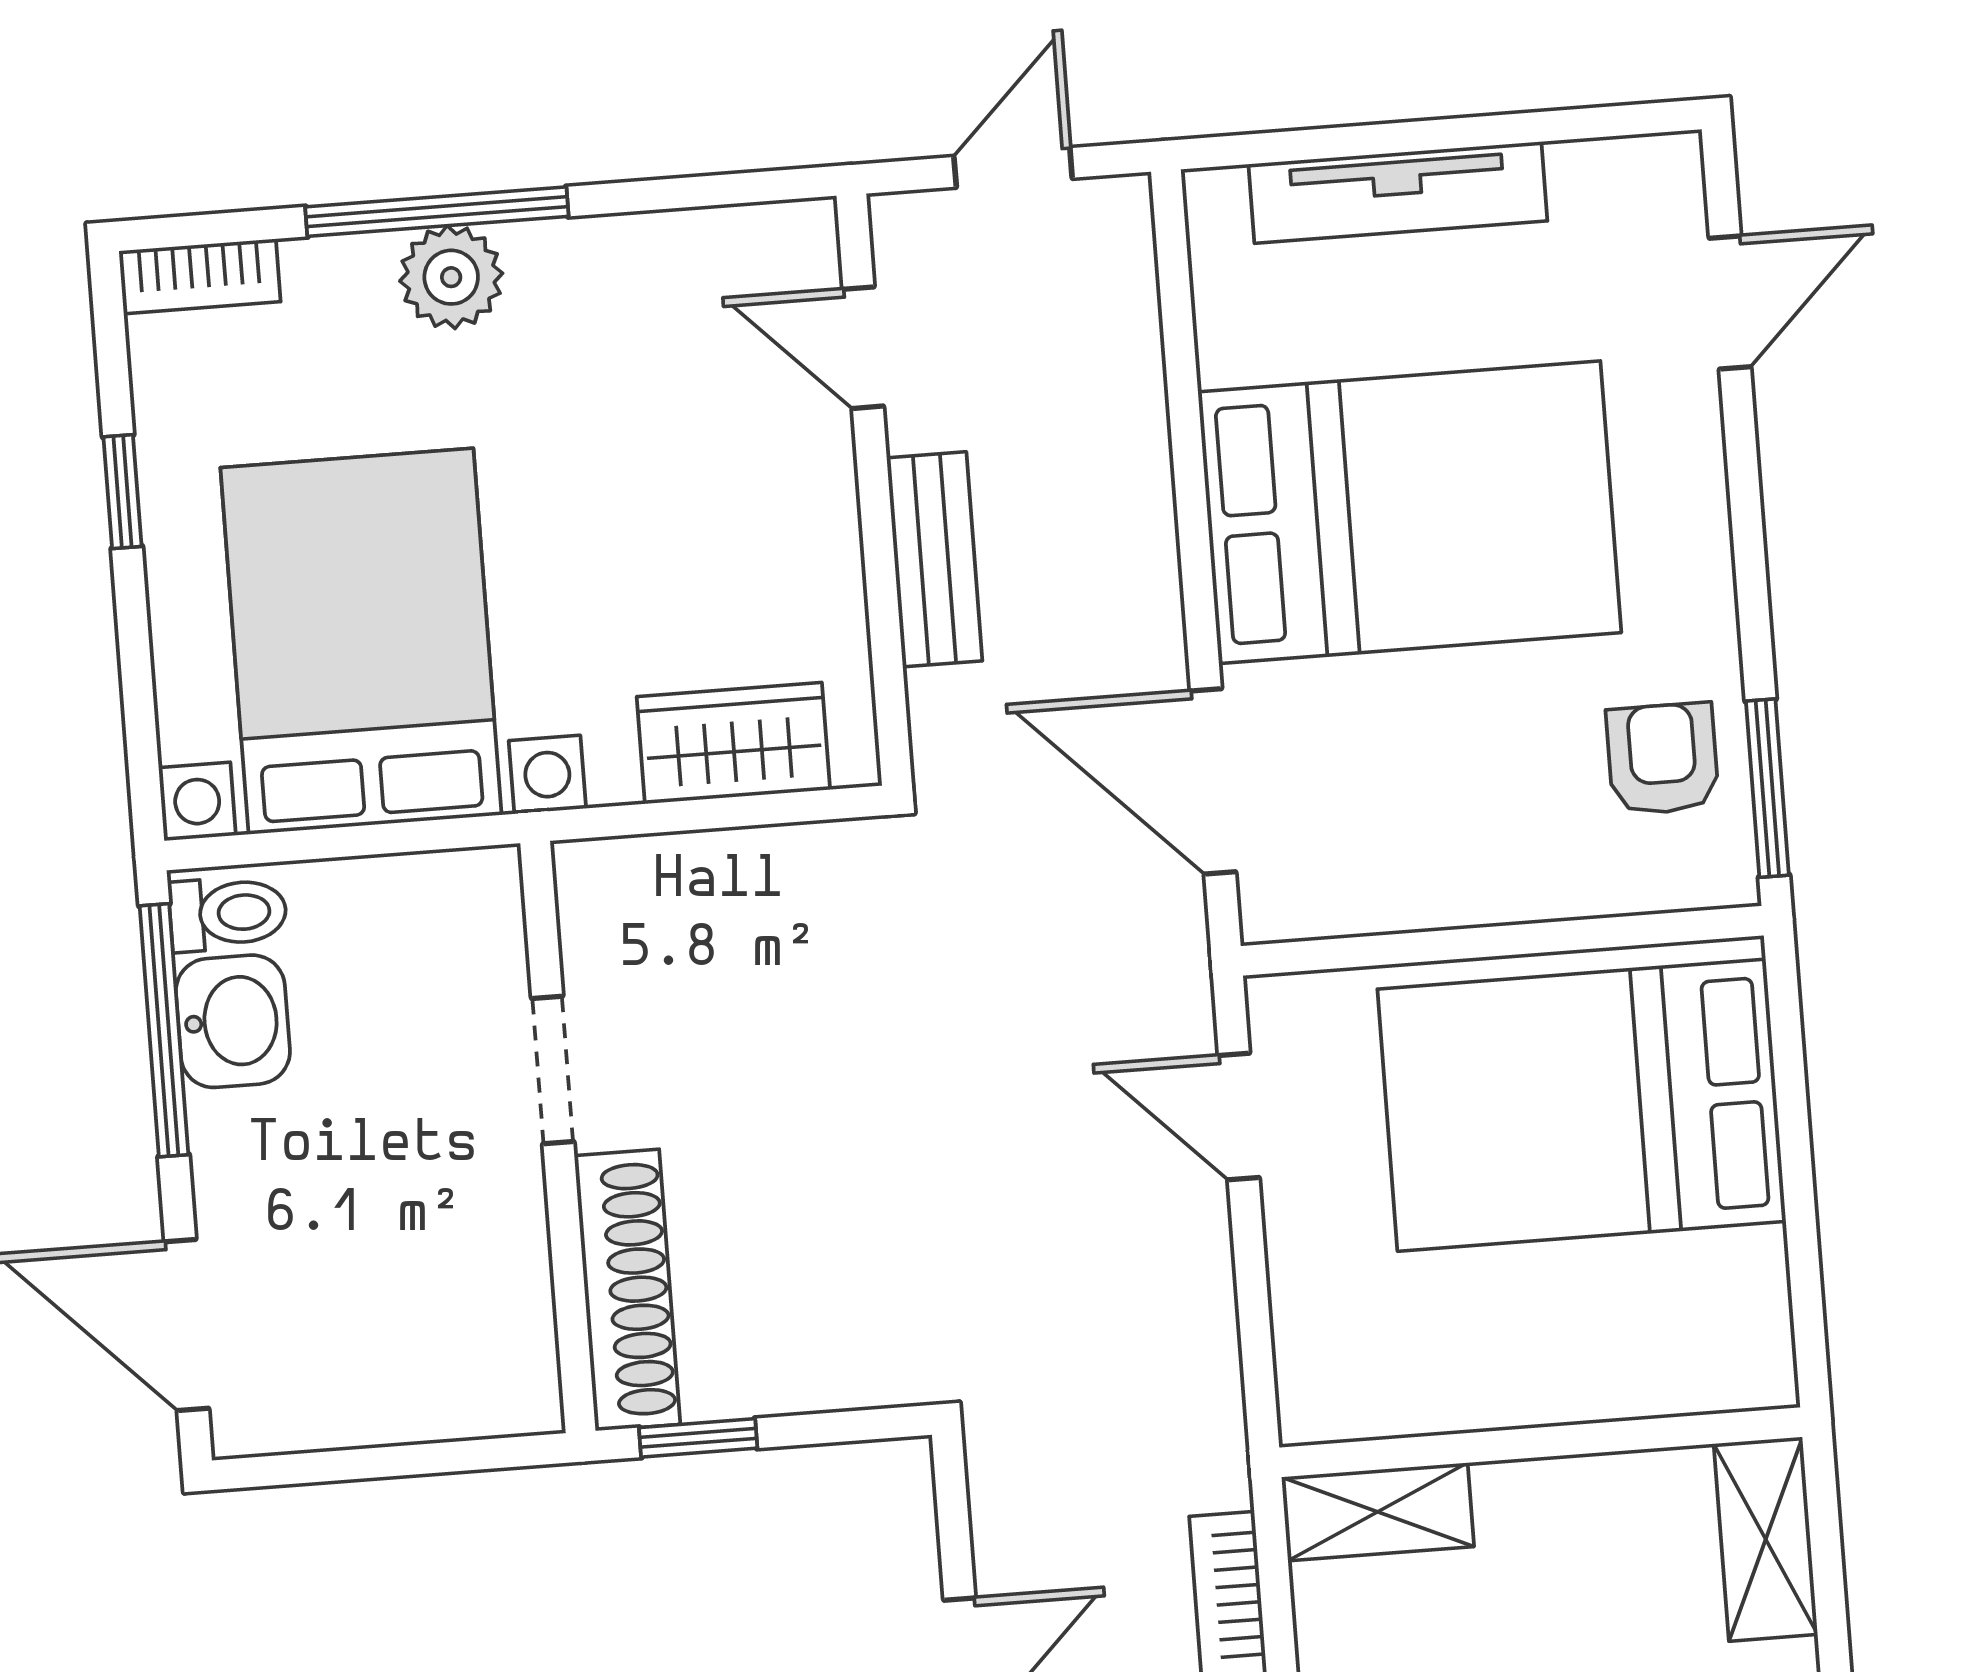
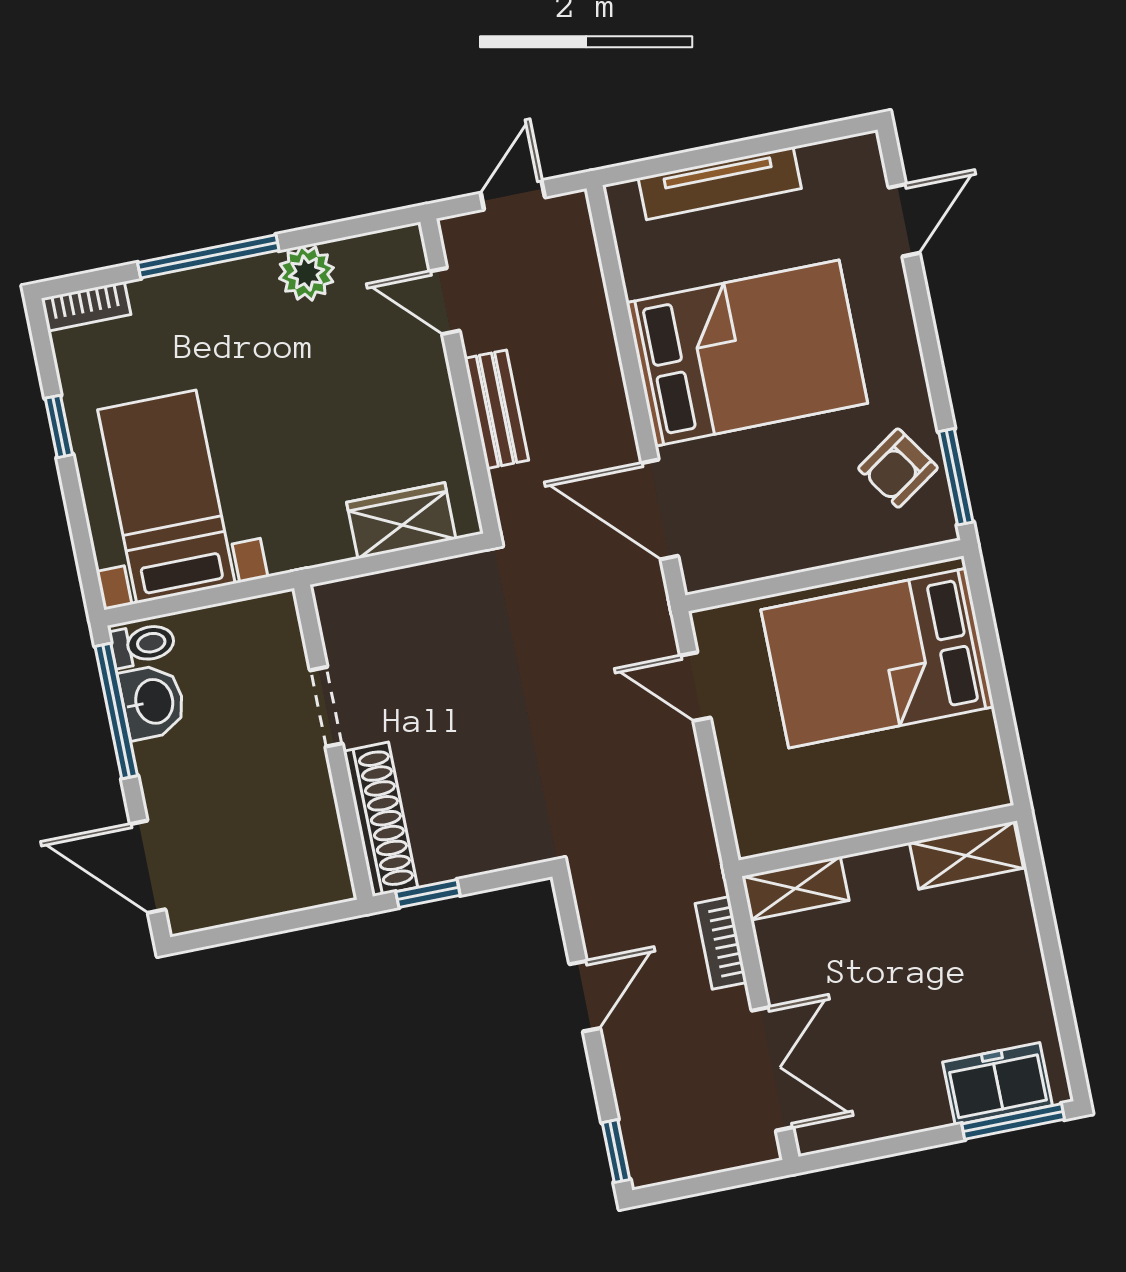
plant: (451, 277) -> (307, 273), moved
bed with nightstands: (361, 641) -> (166, 497), width x0.73
armchair: (1663, 759) -> (898, 468), turned -124
shelving: (1766, 1539) -> (966, 855), moved, turned 90

